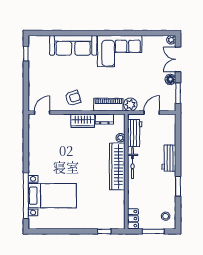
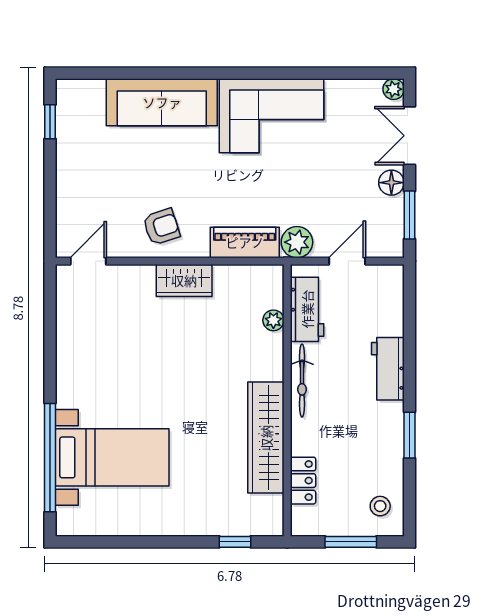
dresser: (104, 119) -> (235, 276), removed
wardrobe: (117, 167) -> (266, 438), moved
locker: (133, 219) -> (303, 481), moved

